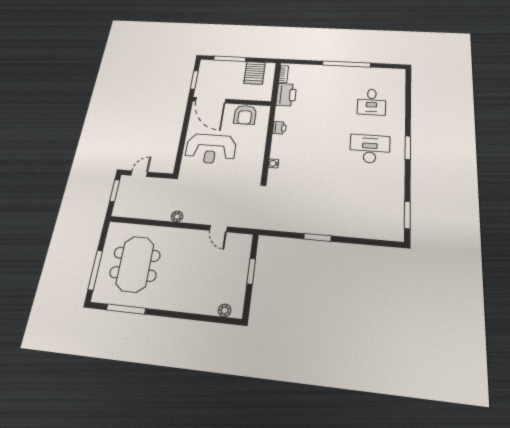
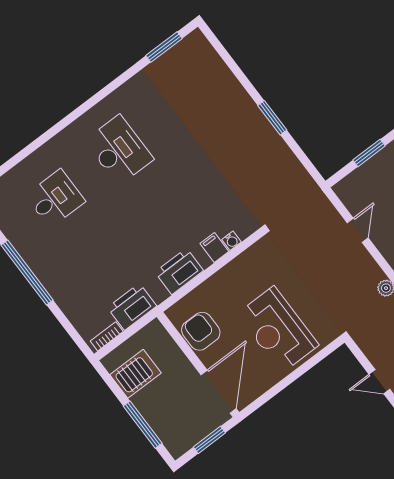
armchair: (245, 115) -> (201, 331), turned -90
printer: (279, 128) -> (179, 271), width x1.87, depth x1.48
window: (408, 148) -> (81, 110), removed
reception desk: (211, 149) -> (278, 330), turned 180
desk: (370, 149) -> (119, 150), turned 180
filing cabinet: (278, 153) -> (214, 247), added

